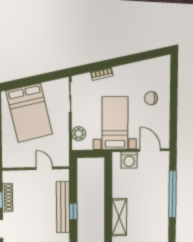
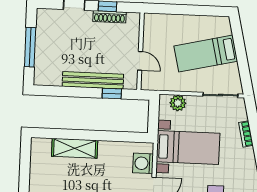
bed: (29, 113) -> (206, 54), width x0.67
door: (44, 168) -> (140, 61), hinge flipped
window: (73, 211) -> (112, 93), moved

